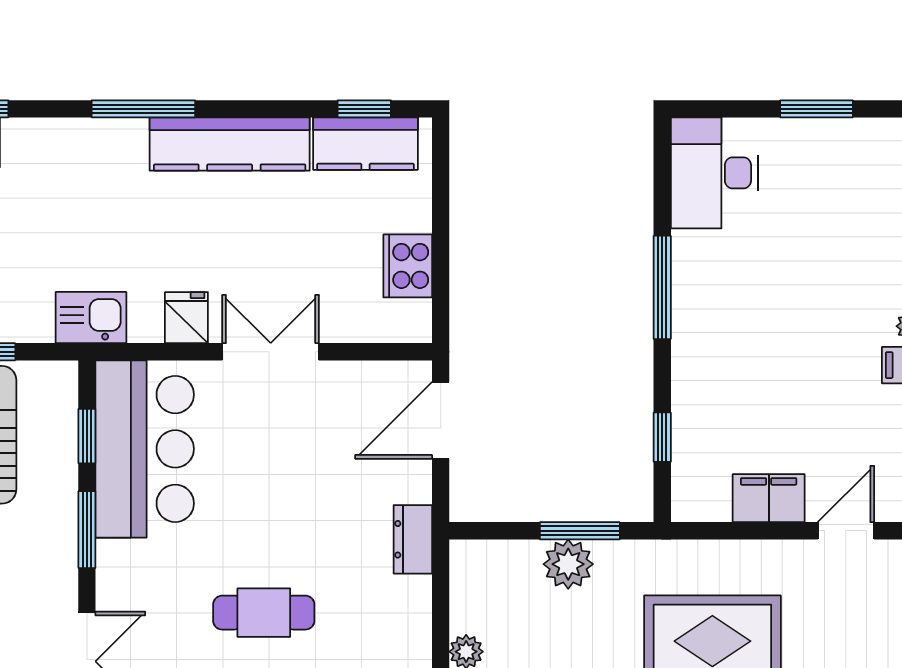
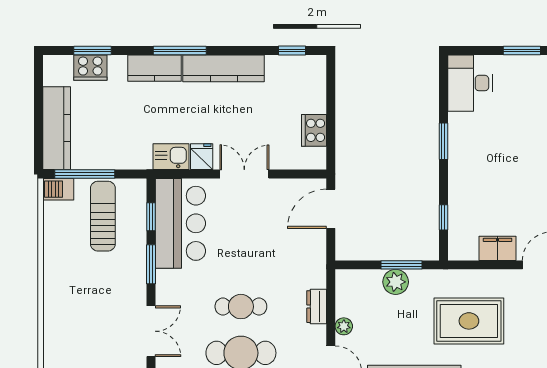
kitchen counter: (366, 144) -> (155, 68), moved
window: (662, 287) -> (443, 141), width x0.69
kitchen sink: (91, 318) -> (171, 157), moved
dresser: (413, 539) -> (317, 307), moved

